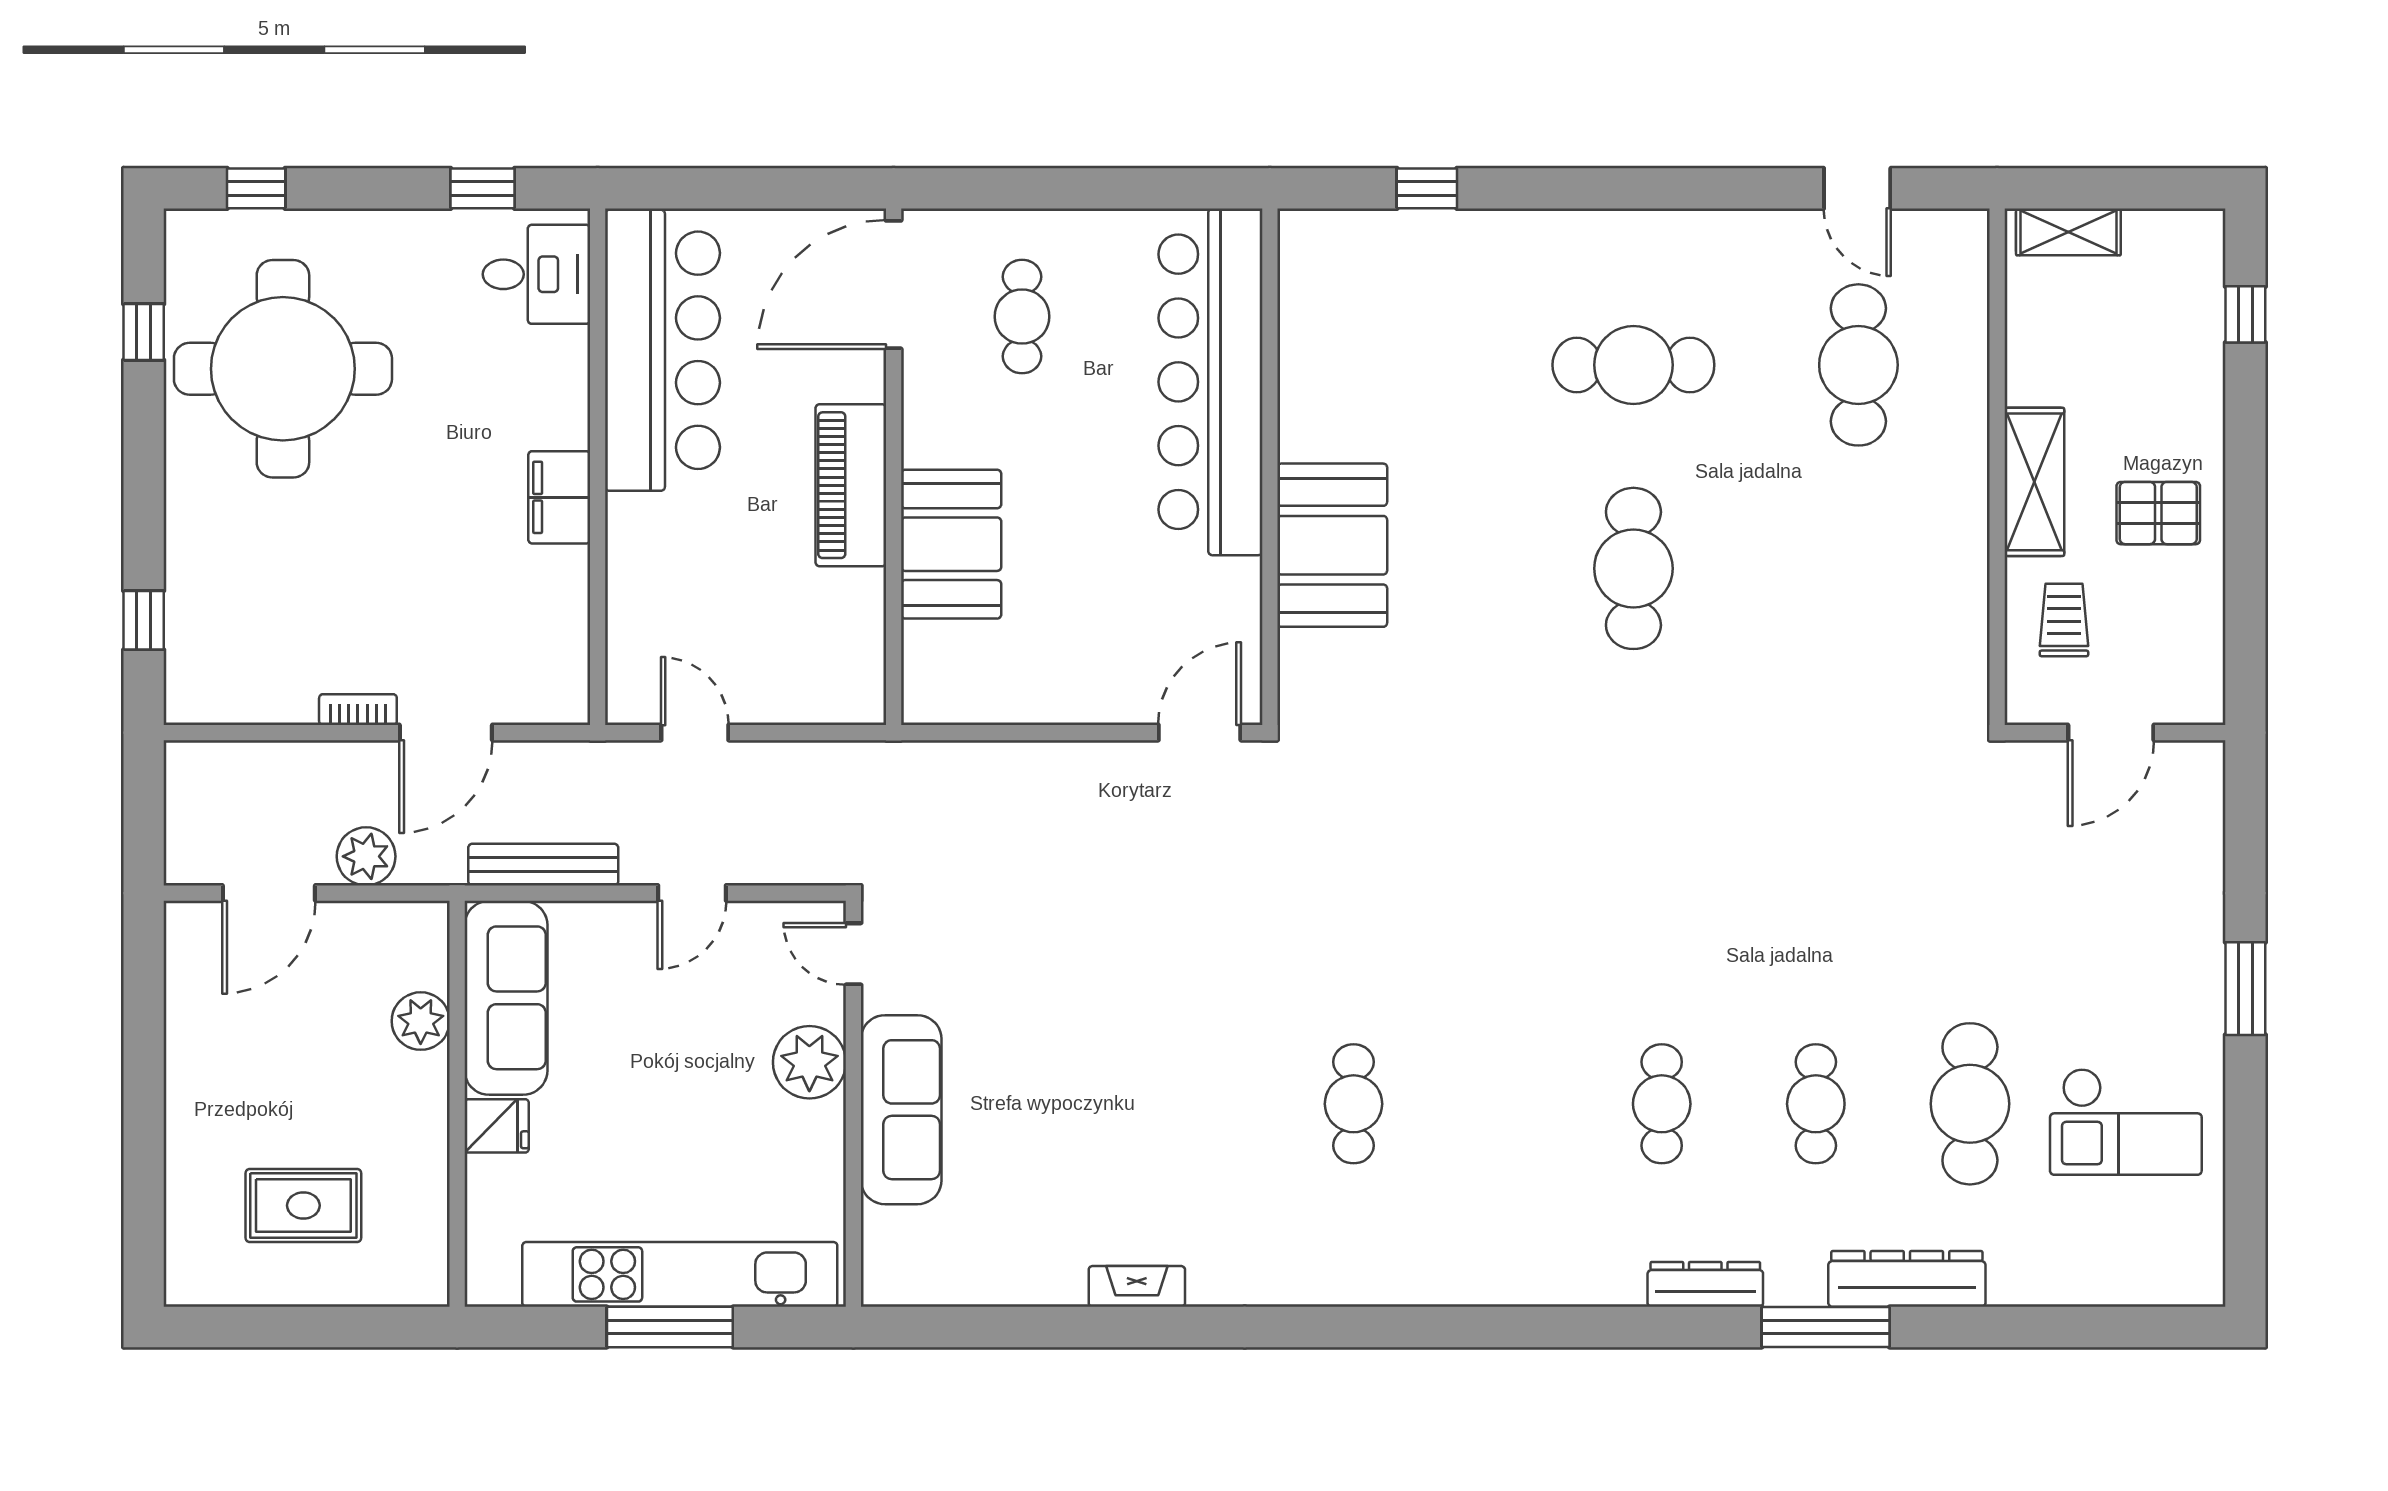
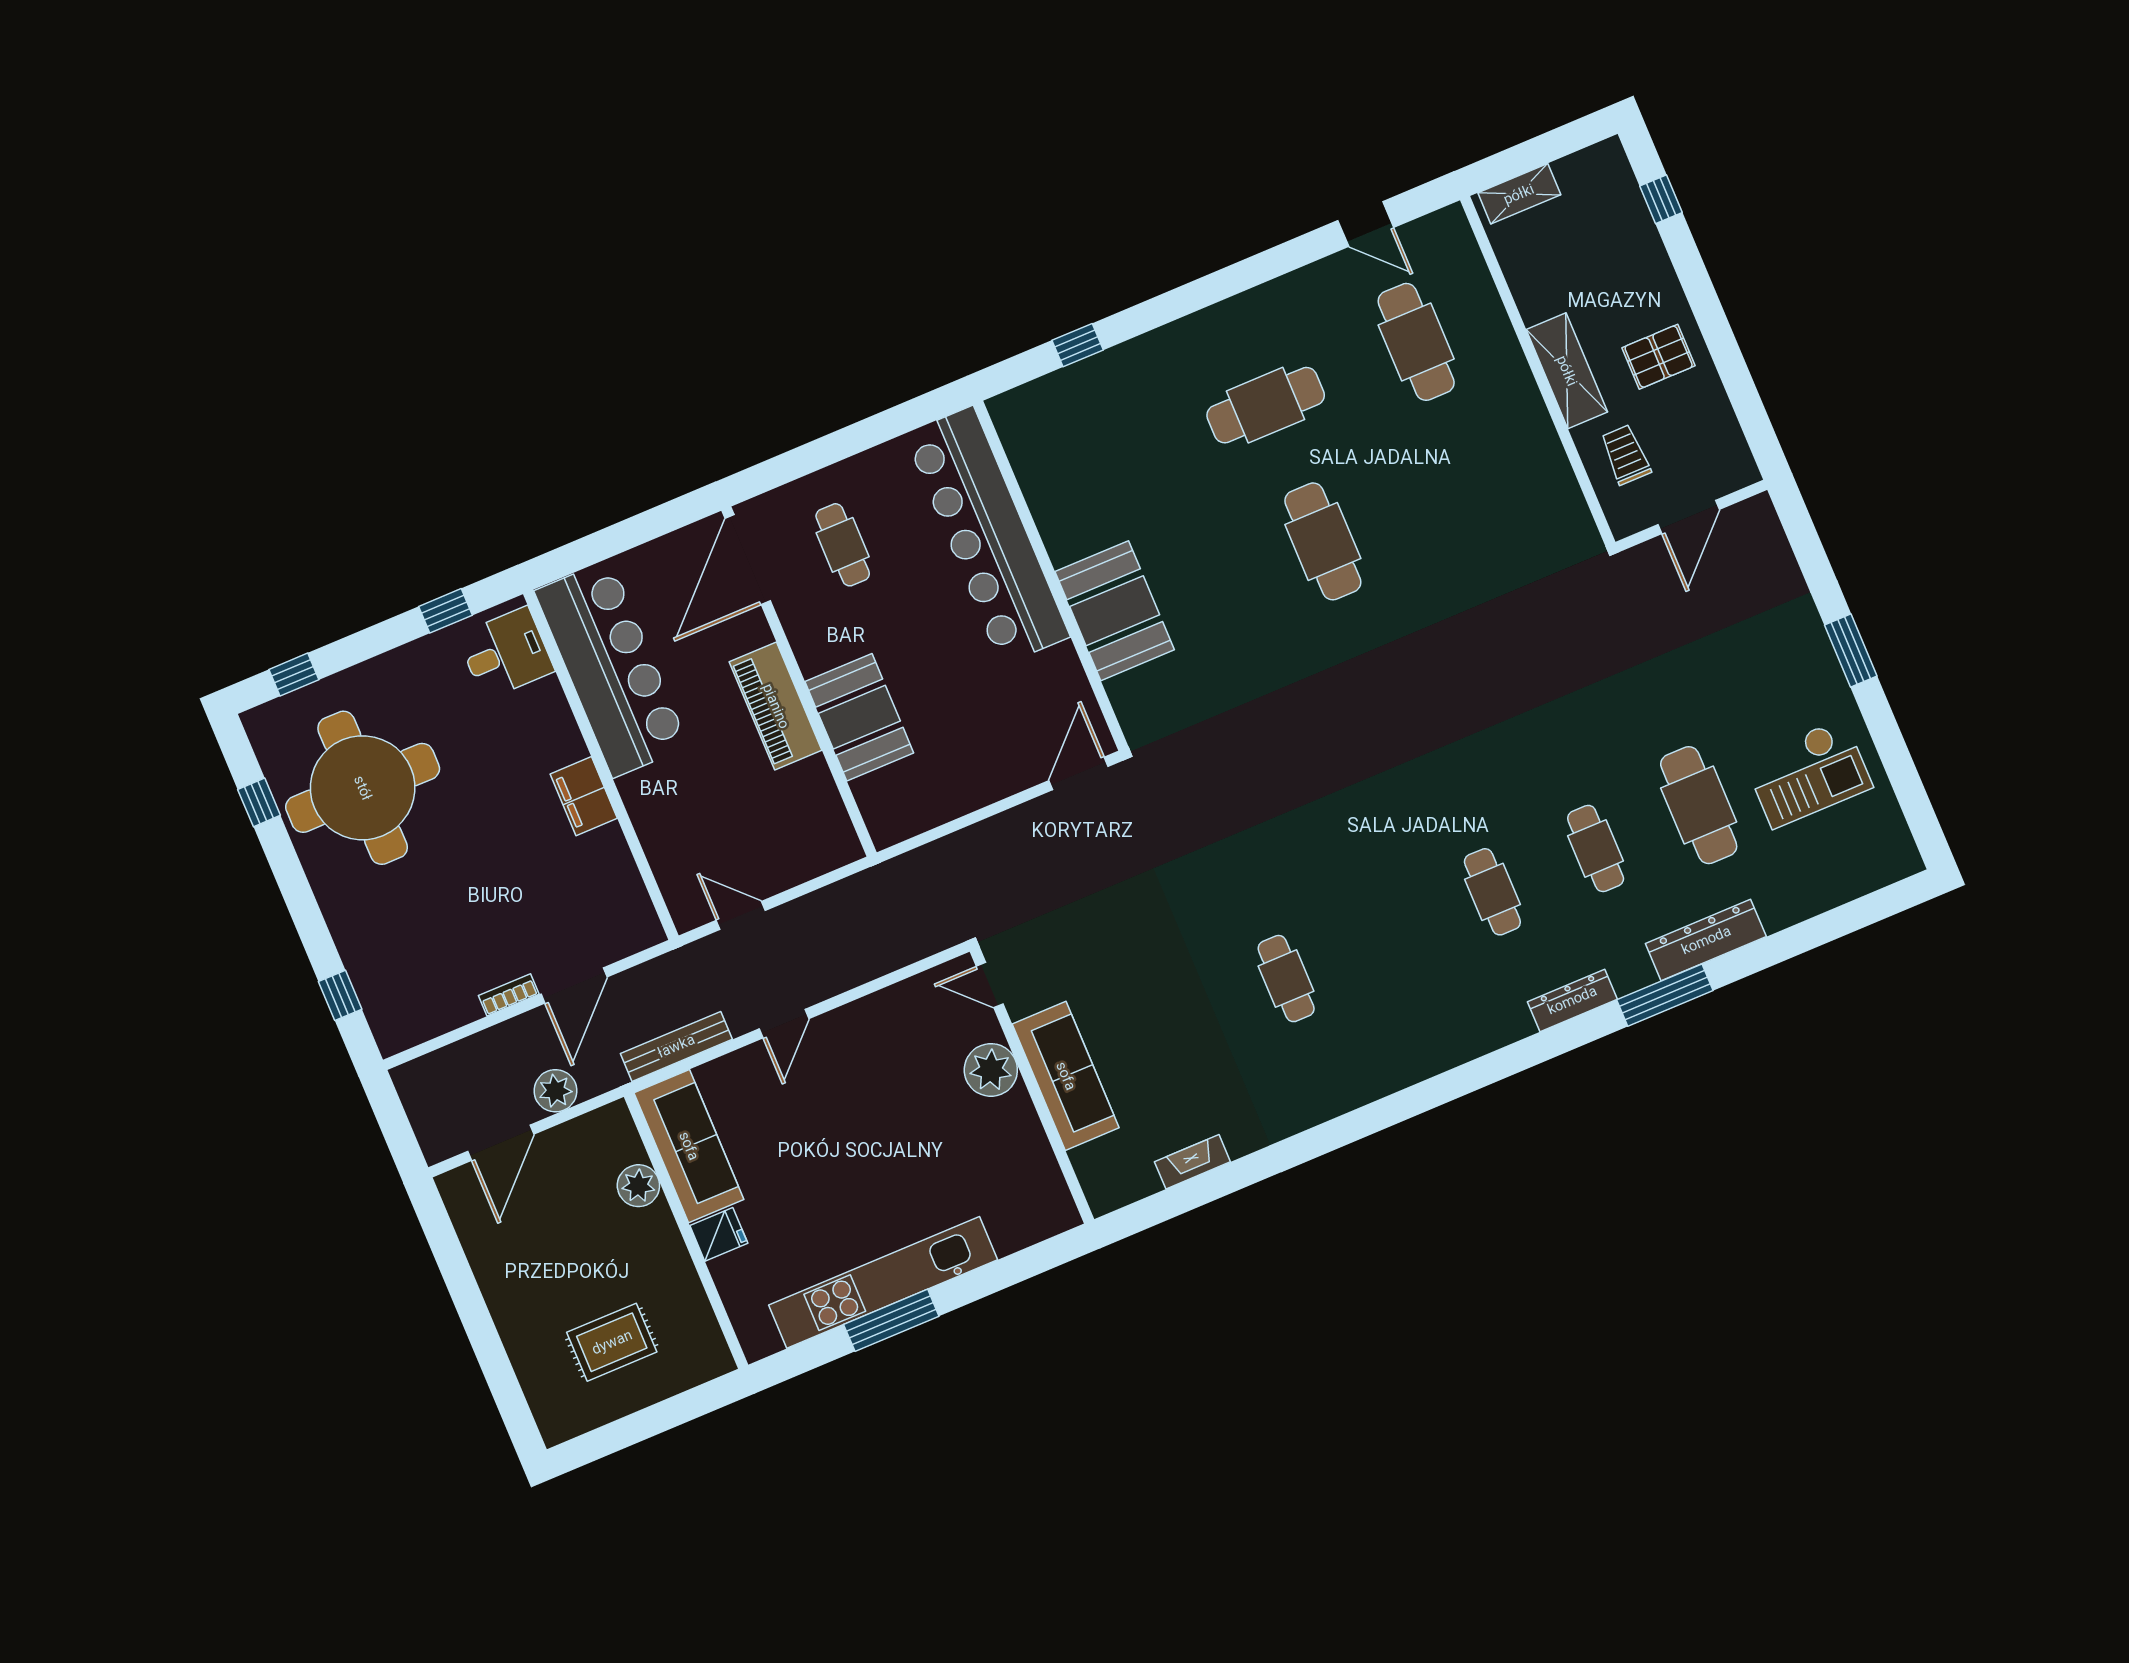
door: (853, 954) -> (990, 985), moved
plant: (809, 1062) -> (991, 1070), moved
wall: (853, 1104) -> (1032, 1085), moved
sofa: (901, 1110) -> (1066, 1076), moved

